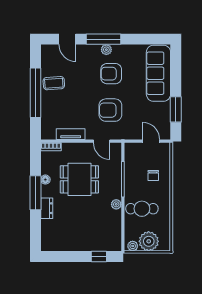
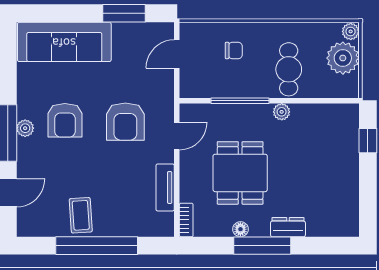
plant: (133, 246) -> (351, 31), moved

